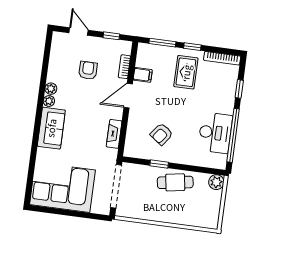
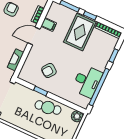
rug: (186, 72) -> (80, 32), width x1.36, depth x1.43

